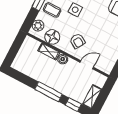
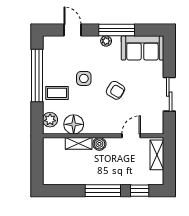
armchair: (77, 41) -> (115, 90), moved
shelving: (92, 97) -> (157, 155), moved

